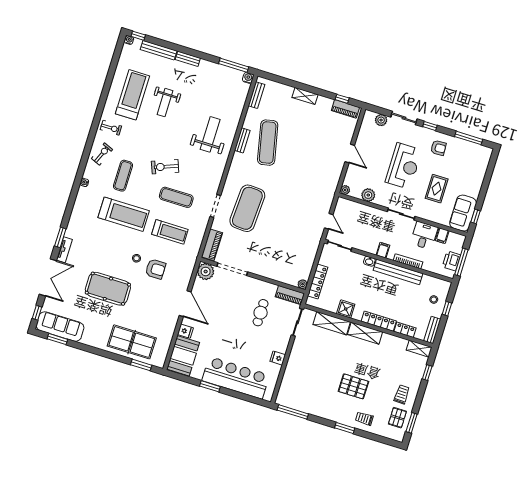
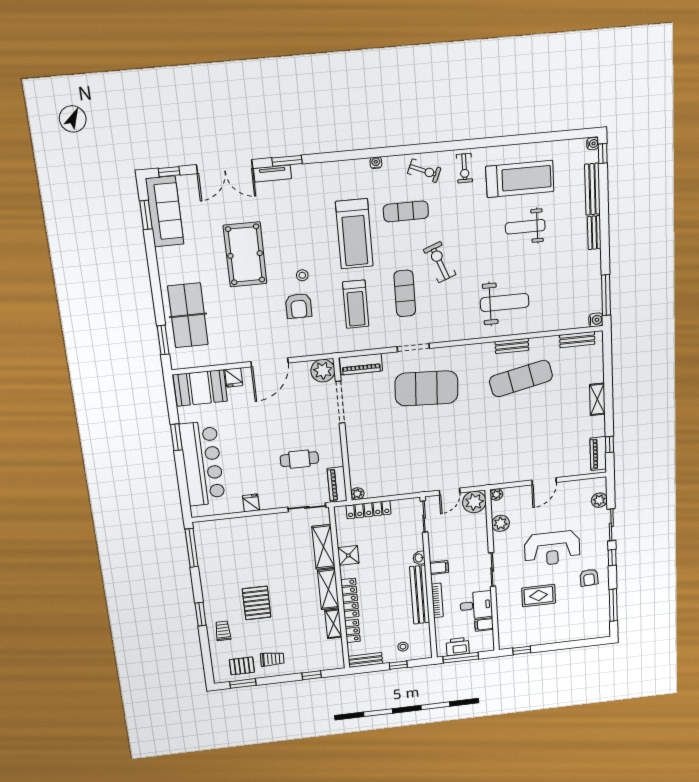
plant: (344, 207) -> (474, 502), added
sofa: (463, 213) -> (520, 636), removed
shelving: (419, 349) -> (333, 624), moved

